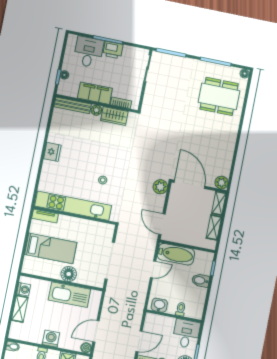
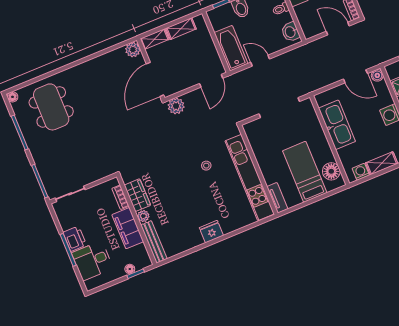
floor lamp: (69, 274) -> (331, 171), moved

